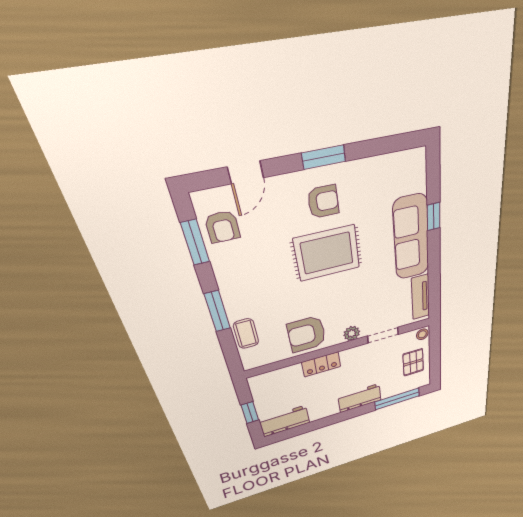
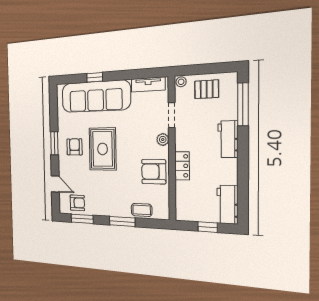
sofa: (411, 238) -> (96, 96), width x1.36, depth x1.27
armchair: (307, 334) -> (154, 172), turned 90

